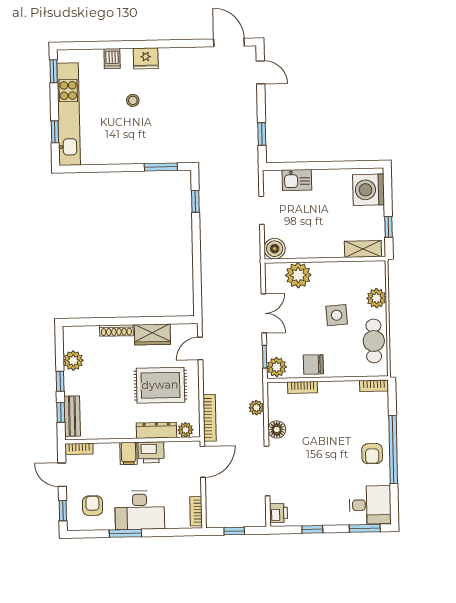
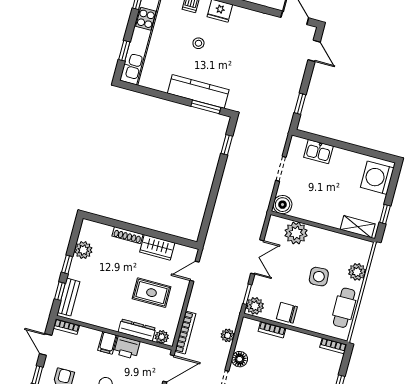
kitchen counter: (148, 153) -> (198, 91), added
rug: (160, 385) -> (151, 293), width x0.73, depth x0.70

